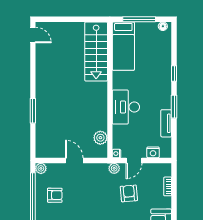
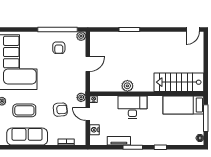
plant: (100, 138) -> (127, 86), moved

